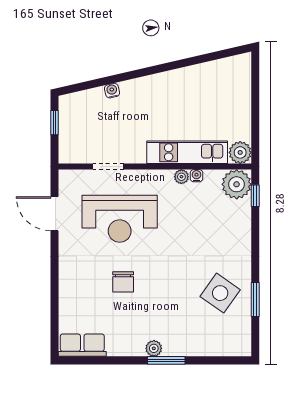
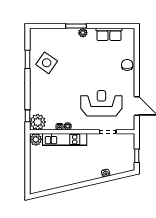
chair: (123, 282) -> (127, 65), moved
row of seats: (82, 345) -> (109, 34), moved

